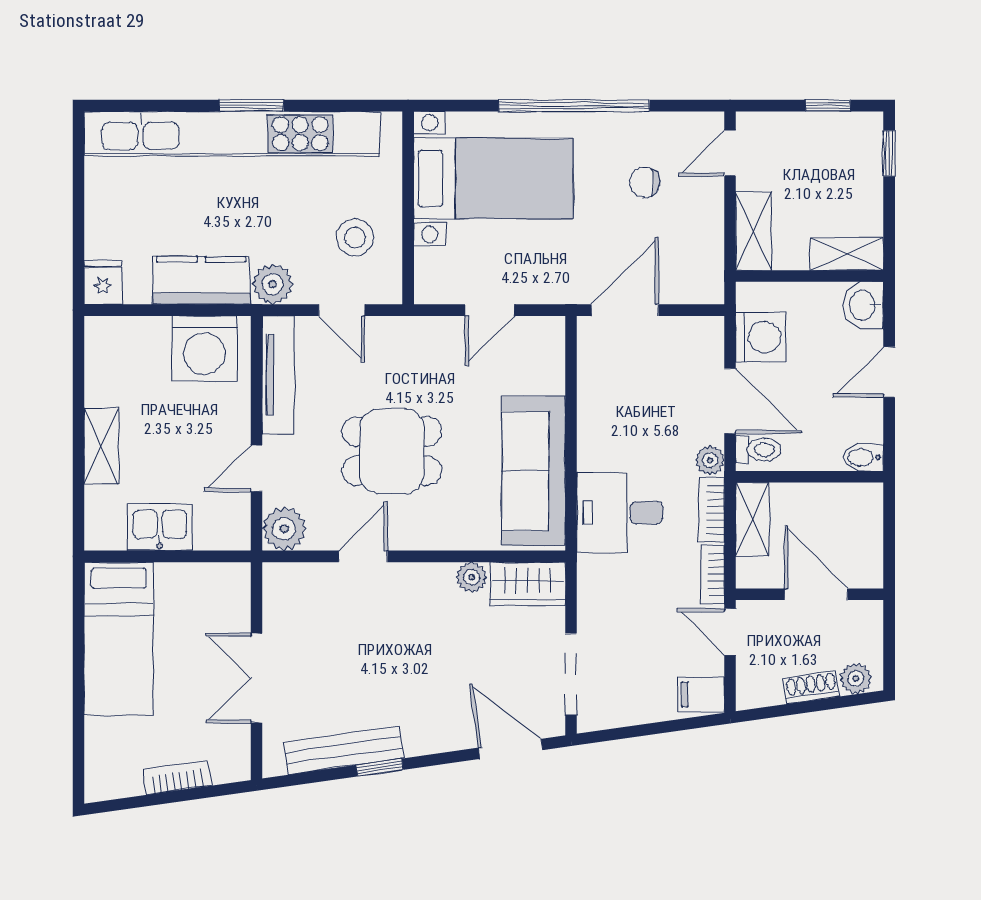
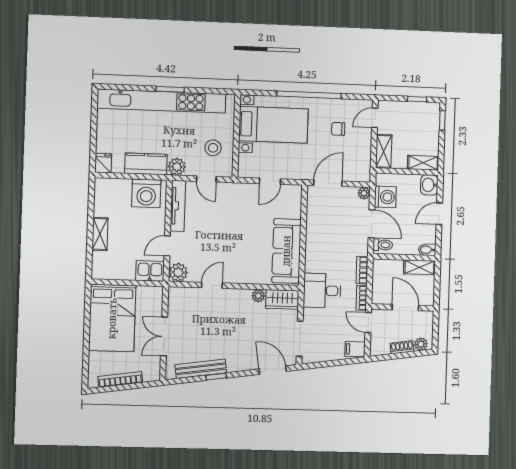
dining table: (392, 451) -> (226, 240), removed
plant: (710, 460) -> (364, 193), moved
desk: (620, 513) -> (322, 291), moved
shelving: (752, 520) -> (419, 267), moved, turned 90
kitchen sink: (160, 527) -> (150, 271), moved
bed: (119, 639) -> (112, 318), width x1.50
bookcase: (177, 777) -> (120, 379), width x1.56

